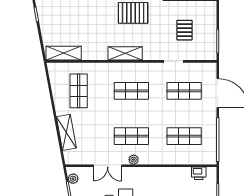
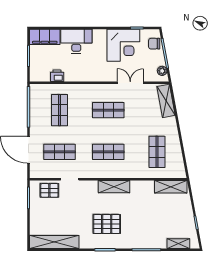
pallet: (184, 30) -> (49, 190), moved, turned 90
shelving: (66, 132) -> (166, 101), moved
shop shelf: (184, 136) -> (60, 110), turned 90
plant: (134, 160) -> (106, 88), removed
printer: (199, 173) -> (57, 76), moved

